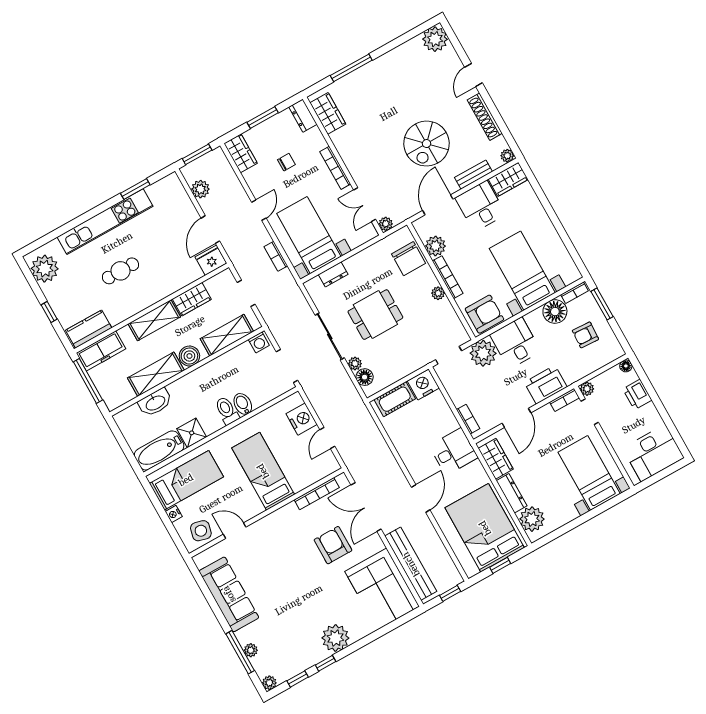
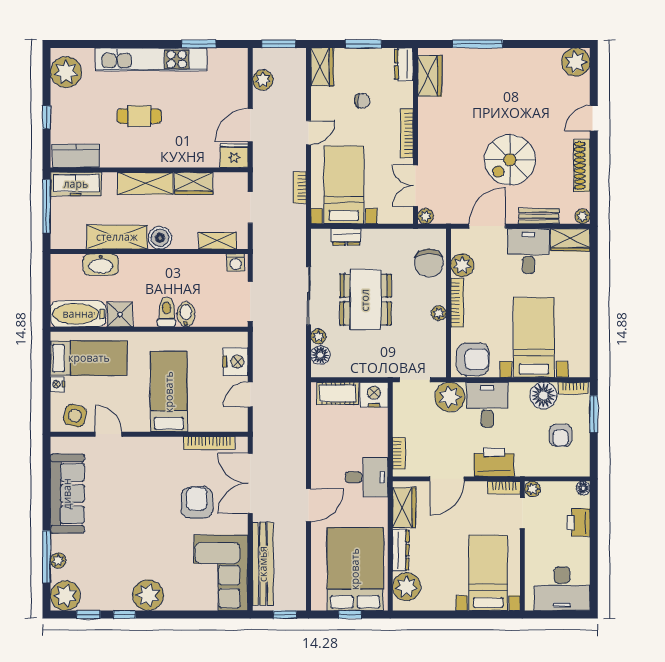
dining table: (375, 315) -> (365, 300), width x1.38
shelving: (227, 335) -> (218, 241), width x0.67, depth x0.75
armchair: (585, 335) -> (561, 435), turned -93
plant: (269, 683) -> (65, 596), width x1.87, depth x1.87

